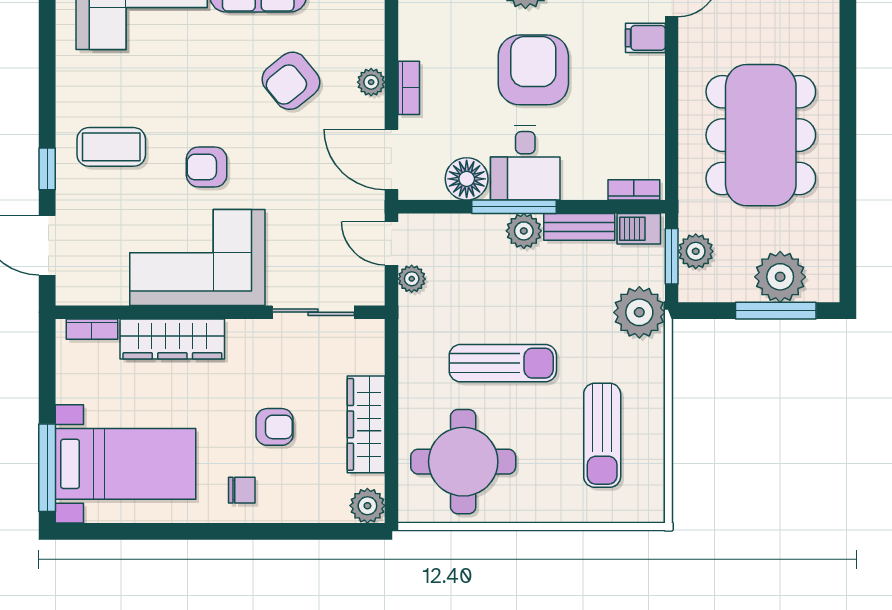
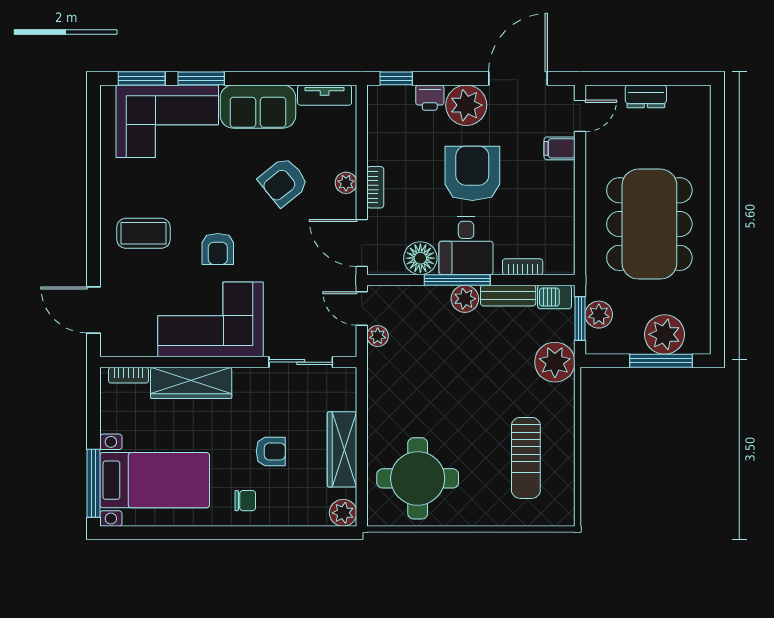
armchair: (207, 167) -> (218, 249), turned -90
window: (47, 169) -> (94, 250), removed
bookcase: (634, 190) -> (523, 267), moved
sun lounger: (503, 363) -> (449, 402), removed

